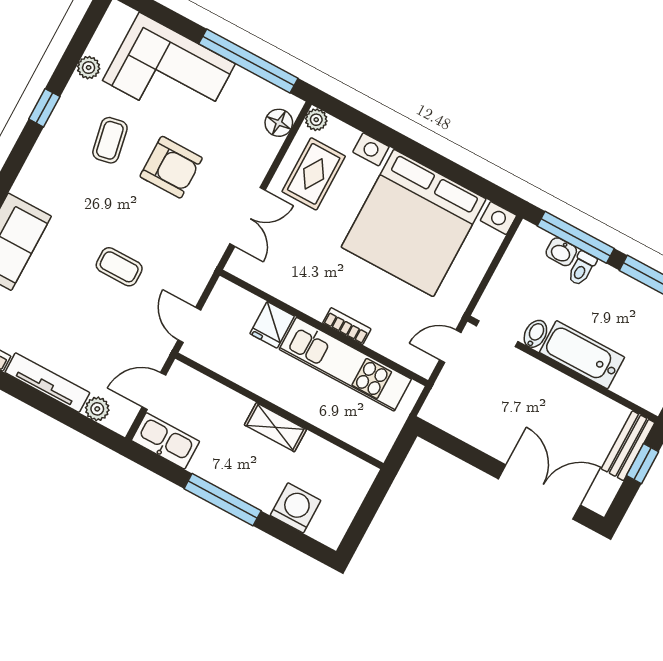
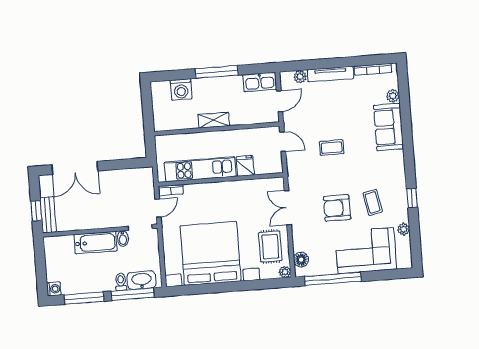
washbasin: (561, 252) -> (142, 280), width x1.91, depth x1.45
bookcase: (347, 326) -> (171, 190), moved

